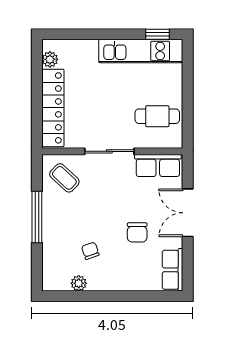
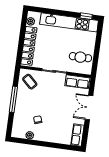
kitchen unit: (141, 51) -> (69, 22), width x1.36
chair: (137, 232) -> (62, 114), removed

